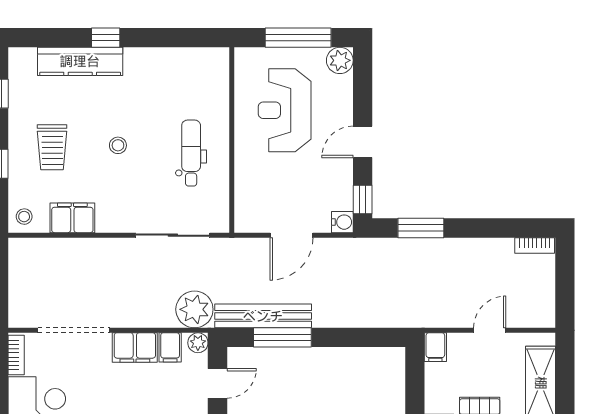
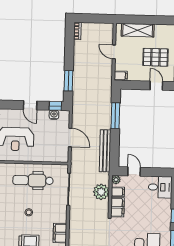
dental chair: (191, 153) -> (33, 180), width x1.36, depth x1.38
water cooler: (342, 222) -> (54, 115), moved
plant: (194, 309) -> (101, 192), moved
window: (282, 337) -> (115, 116), moved

